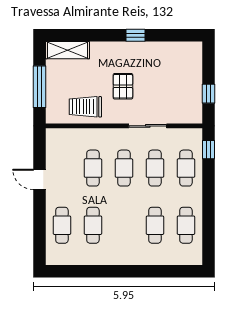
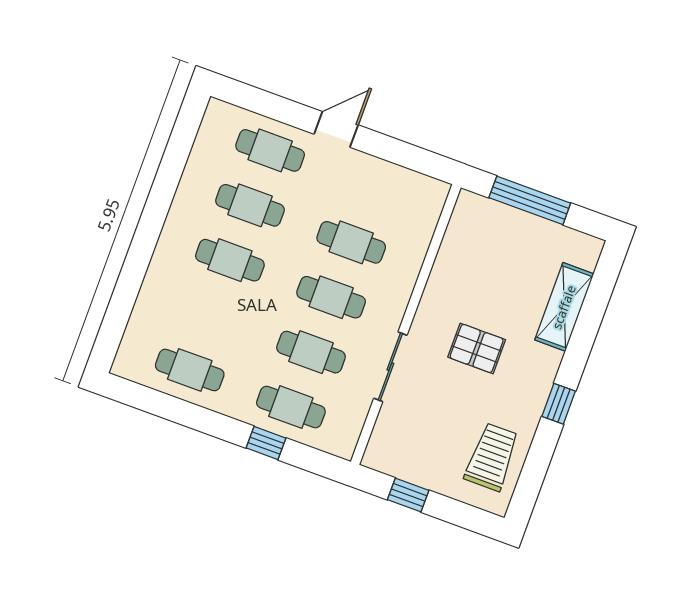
shelving: (67, 50) -> (564, 307), moved
trolley: (85, 107) -> (492, 457), moved
window: (208, 150) -> (266, 443), moved
door: (39, 179) -> (336, 129), moved
cafe table: (155, 225) -> (230, 260), moved

